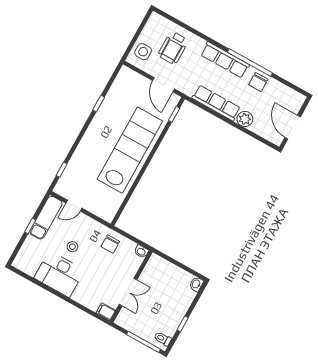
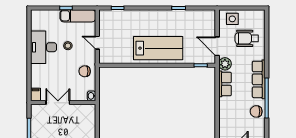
door: (164, 85) -> (217, 46), hinge flipped
row of seats: (216, 103) -> (225, 84), width x0.68
plant: (245, 119) -> (225, 64), moved
lab bench: (130, 150) -> (158, 48), width x0.73
door: (74, 206) -> (97, 43), moved
double door: (128, 292) -> (58, 103), swing flipped

